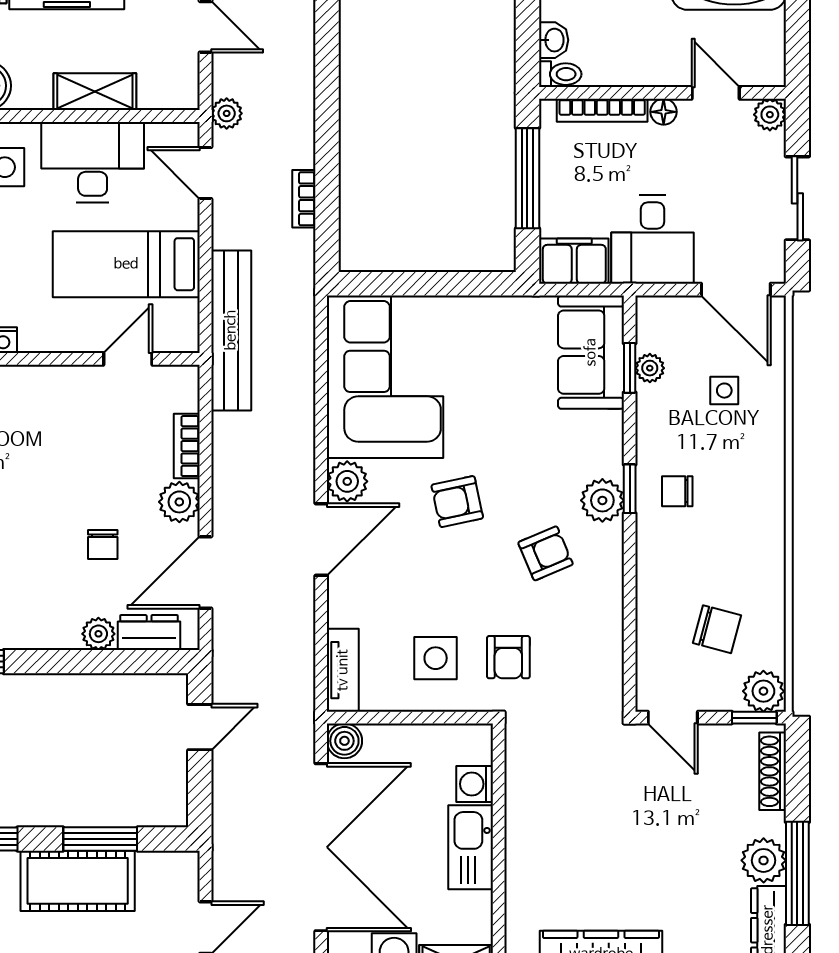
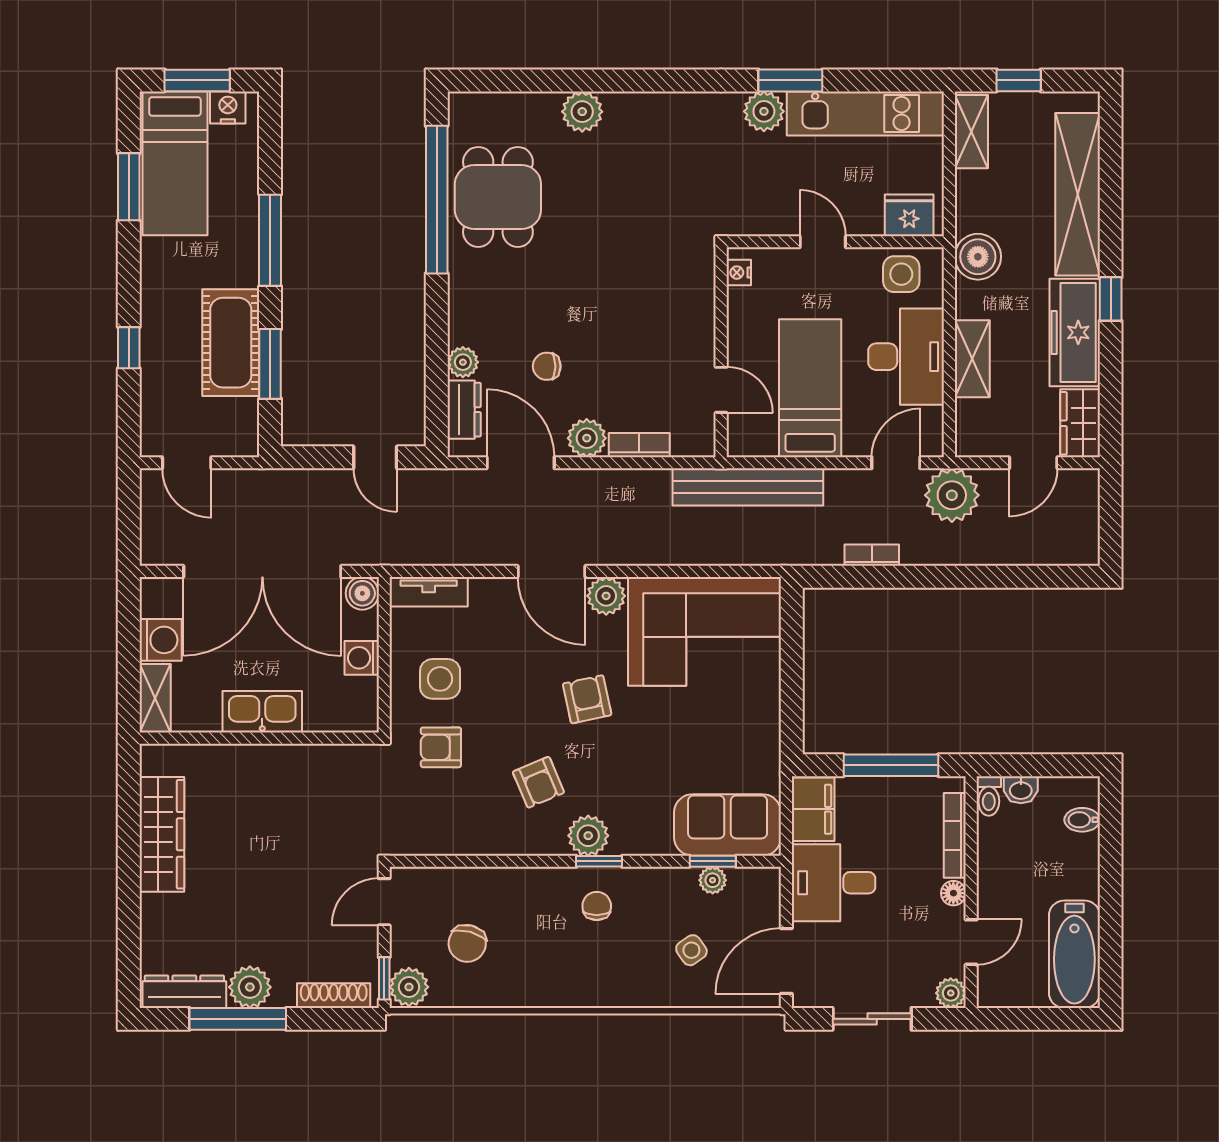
plant: (227, 113) -> (952, 495), width x1.87, depth x1.87
side table: (724, 391) -> (691, 950), turned -35
washing machine: (475, 784) -> (362, 658), moved, turned -90

